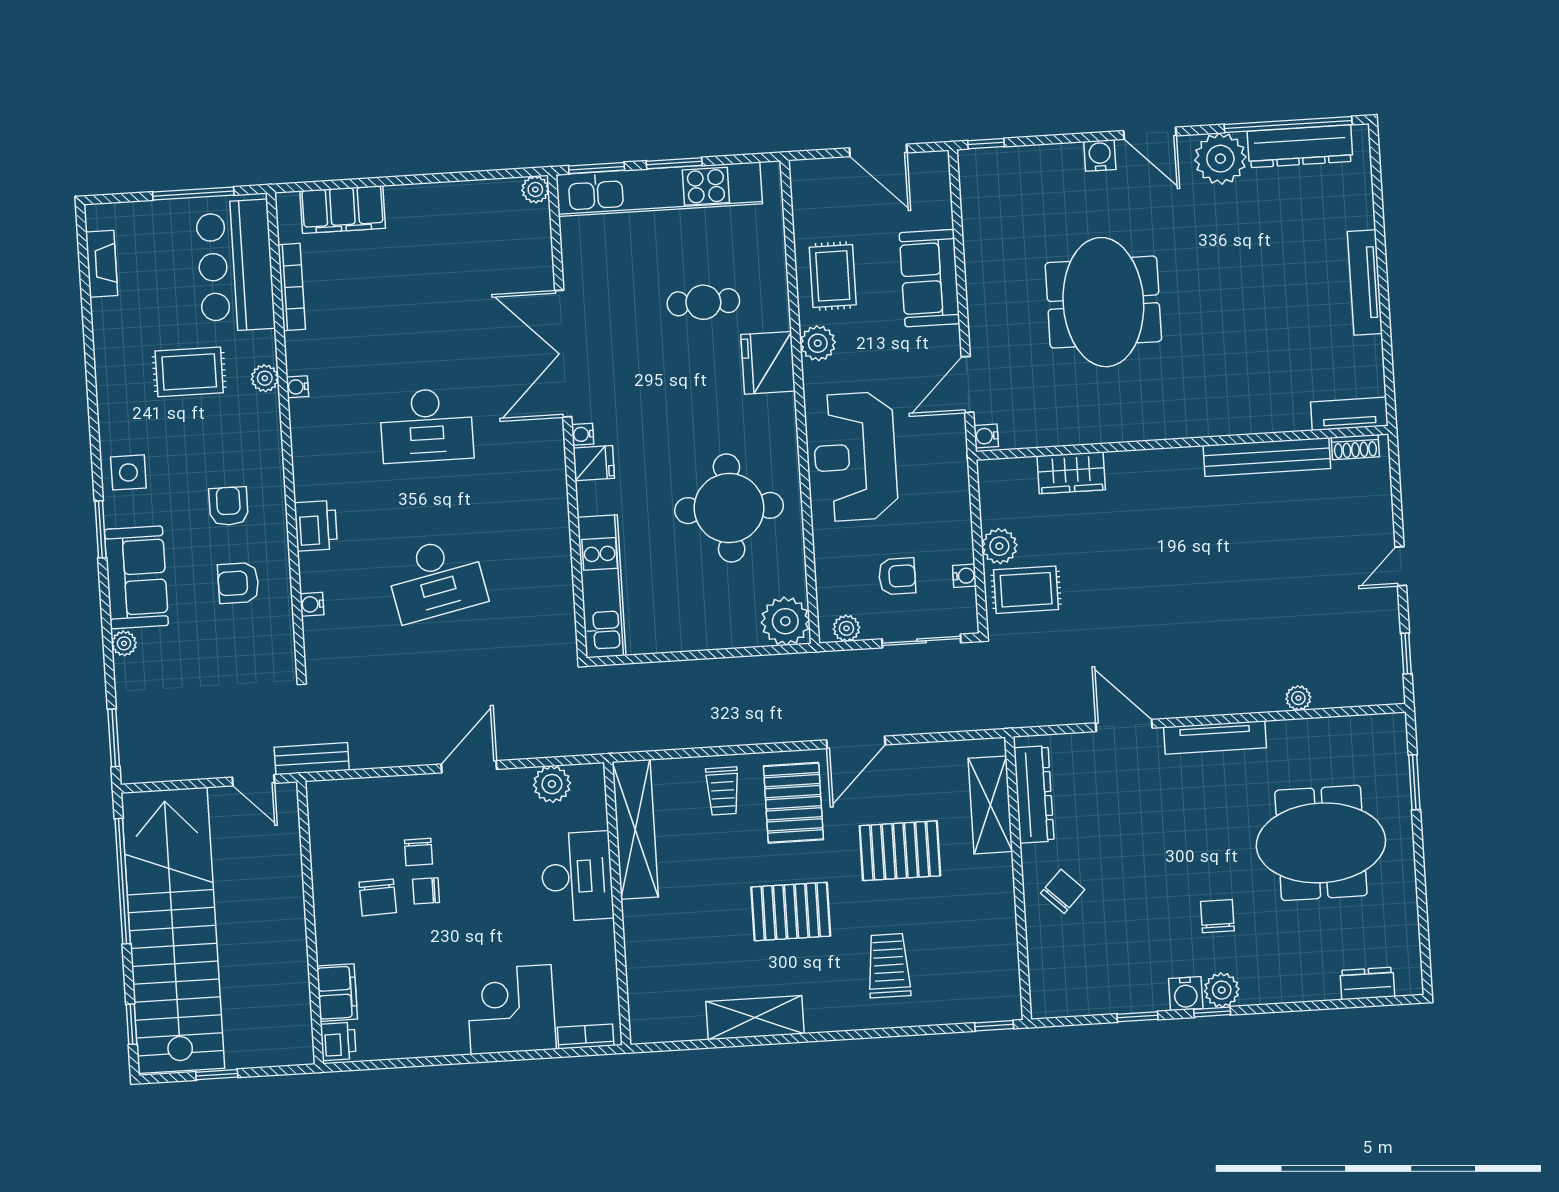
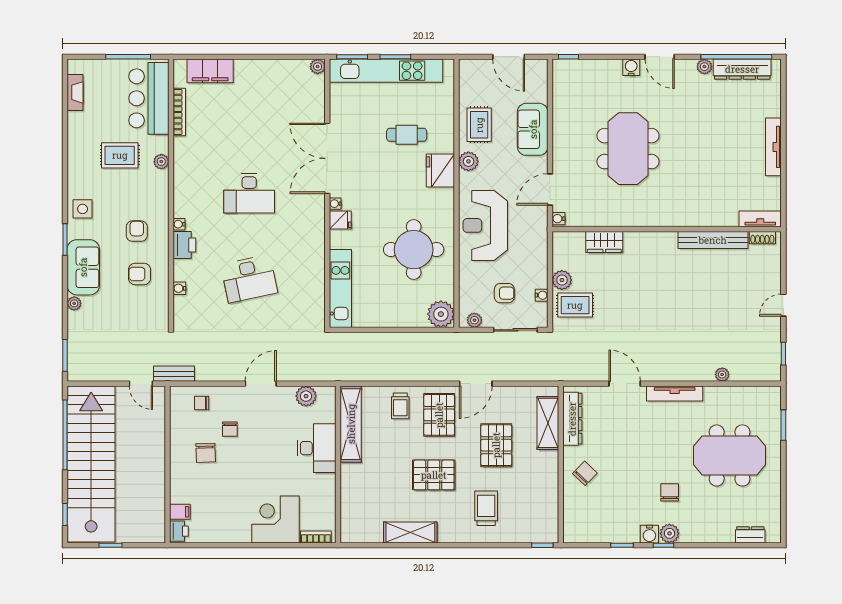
plant: (1220, 159) -> (704, 67), width x0.53, depth x0.53
water cooler: (297, 387) -> (179, 224), moved
pallet: (900, 851) -> (496, 445), turned 90
chair: (426, 891) -> (202, 403), moved
filing cabinet: (337, 993) -> (180, 512), width x0.50

